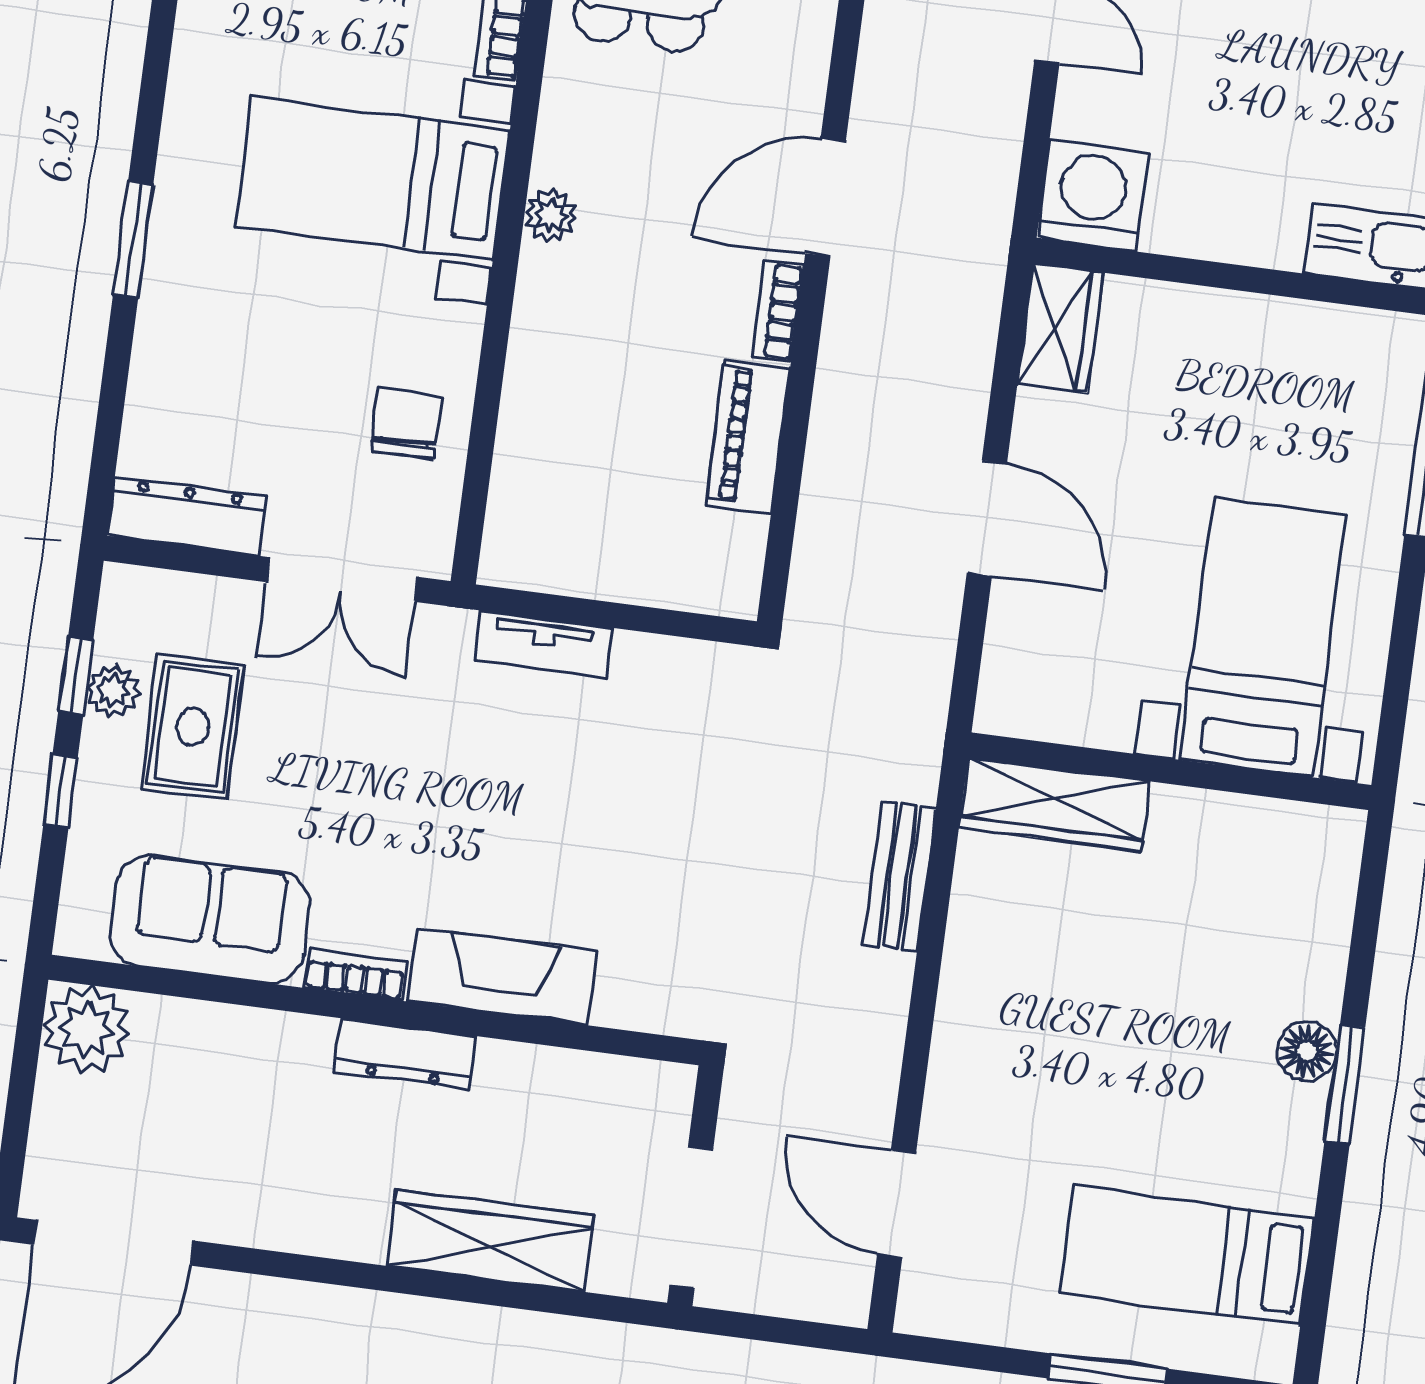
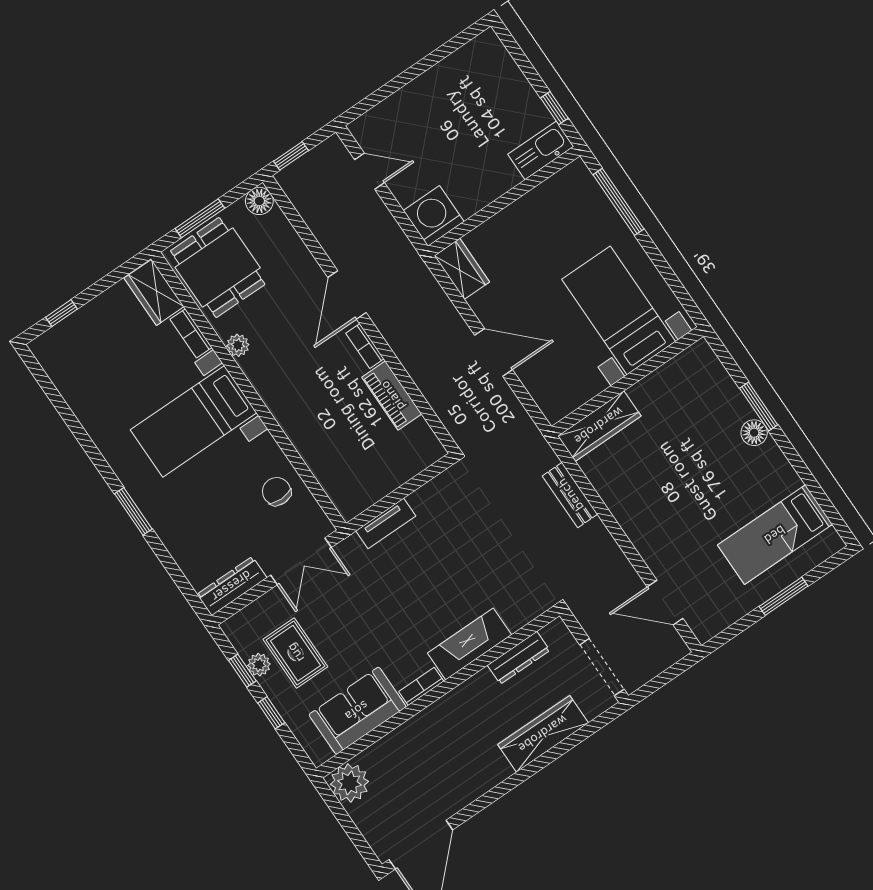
plant: (550, 215) -> (238, 345), moved
dresser: (405, 1054) -> (519, 658), moved
window: (1345, 1084) -> (759, 407), moved

